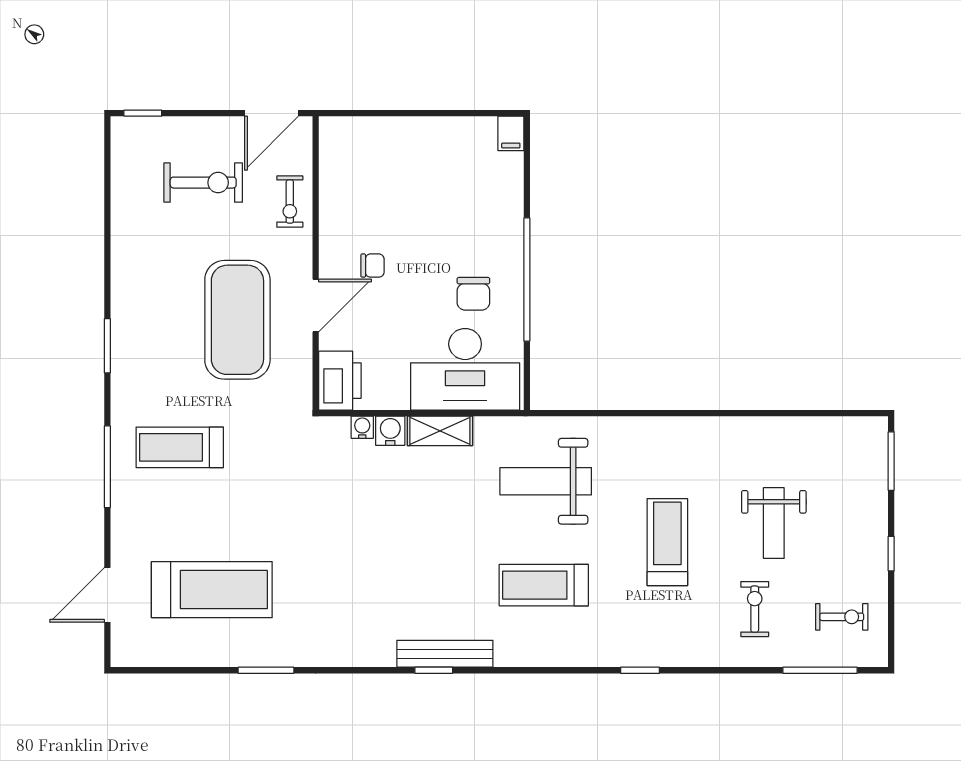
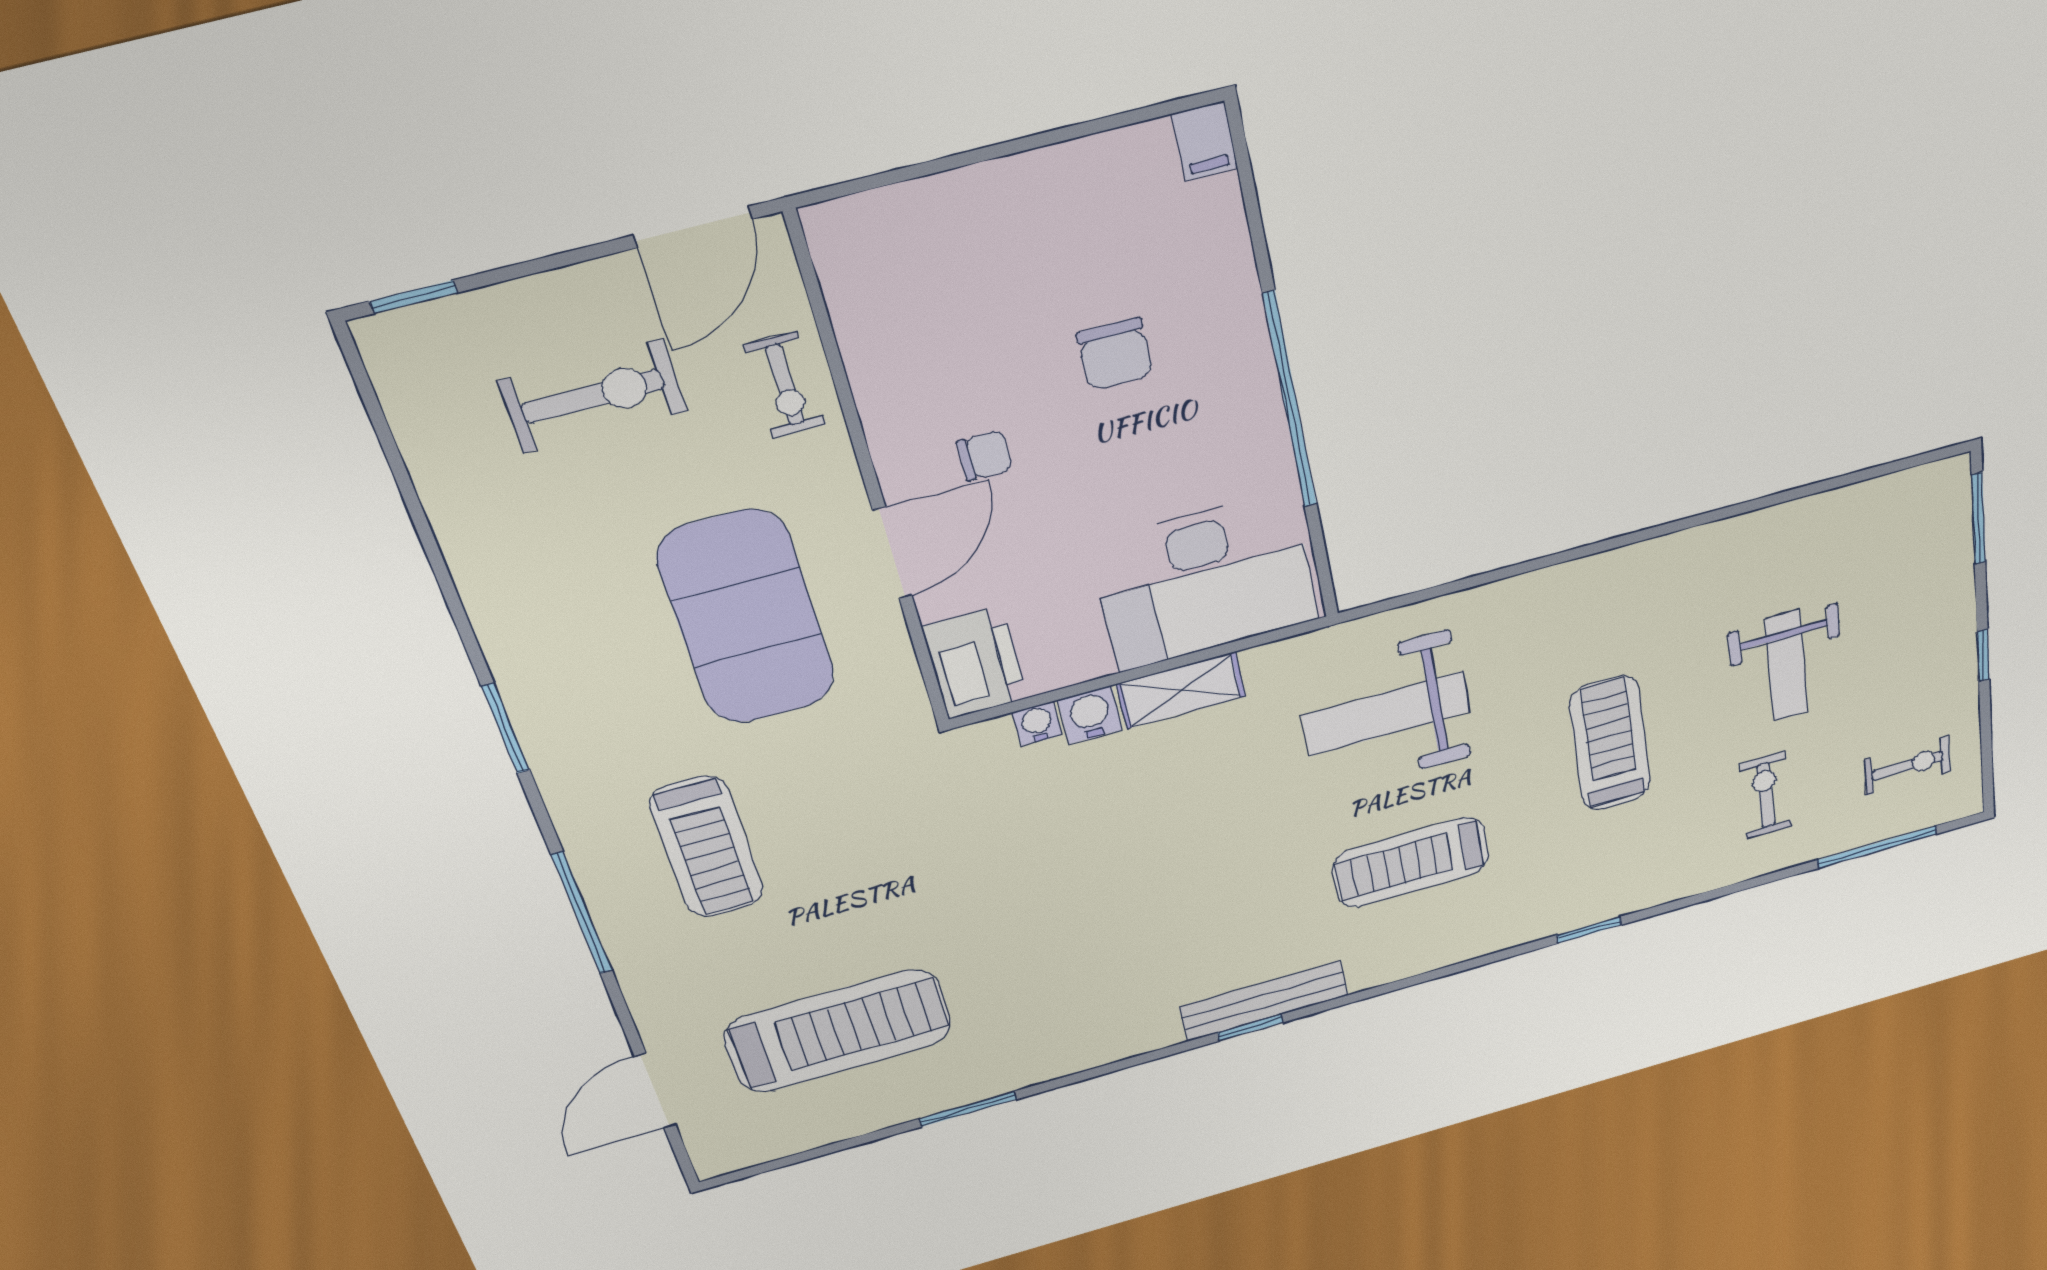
chair: (473, 294) -> (1115, 354), moved
treadmill: (180, 447) -> (707, 847), turned -90

